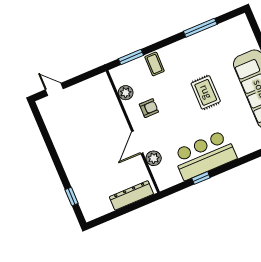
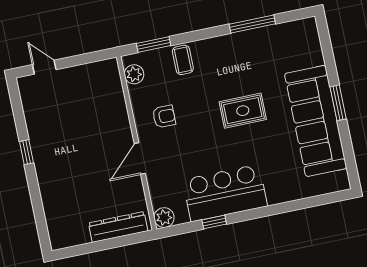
rug: (206, 92) -> (243, 111), turned 90
plant: (126, 93) -> (134, 74), moved
plant: (154, 158) -> (164, 218), moved
window: (72, 197) -> (26, 152), moved

